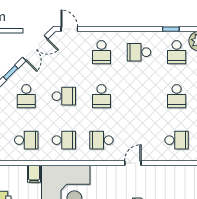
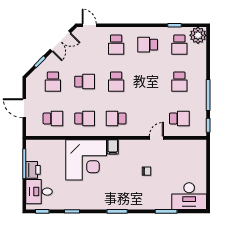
door: (133, 163) -> (156, 138), moved
filing cabinet: (34, 174) -> (113, 147), moved

